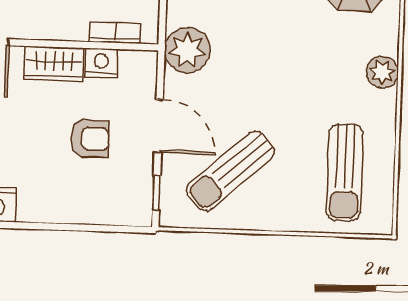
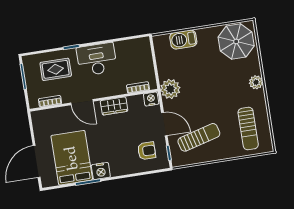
nightstand: (101, 63) -> (151, 99), moved
armchair: (90, 139) -> (147, 151), moved
sun lounger: (230, 171) -> (199, 137), turned -153

